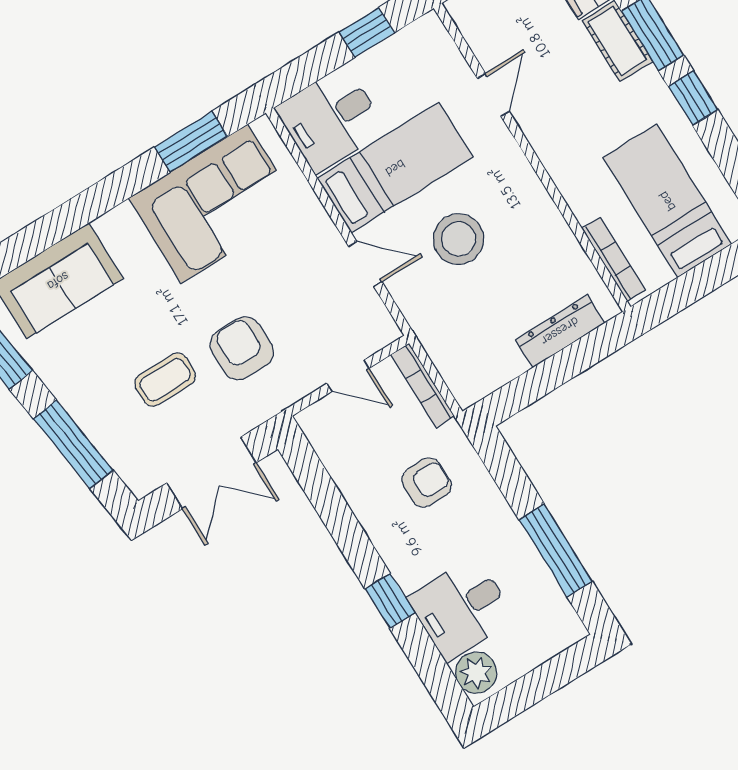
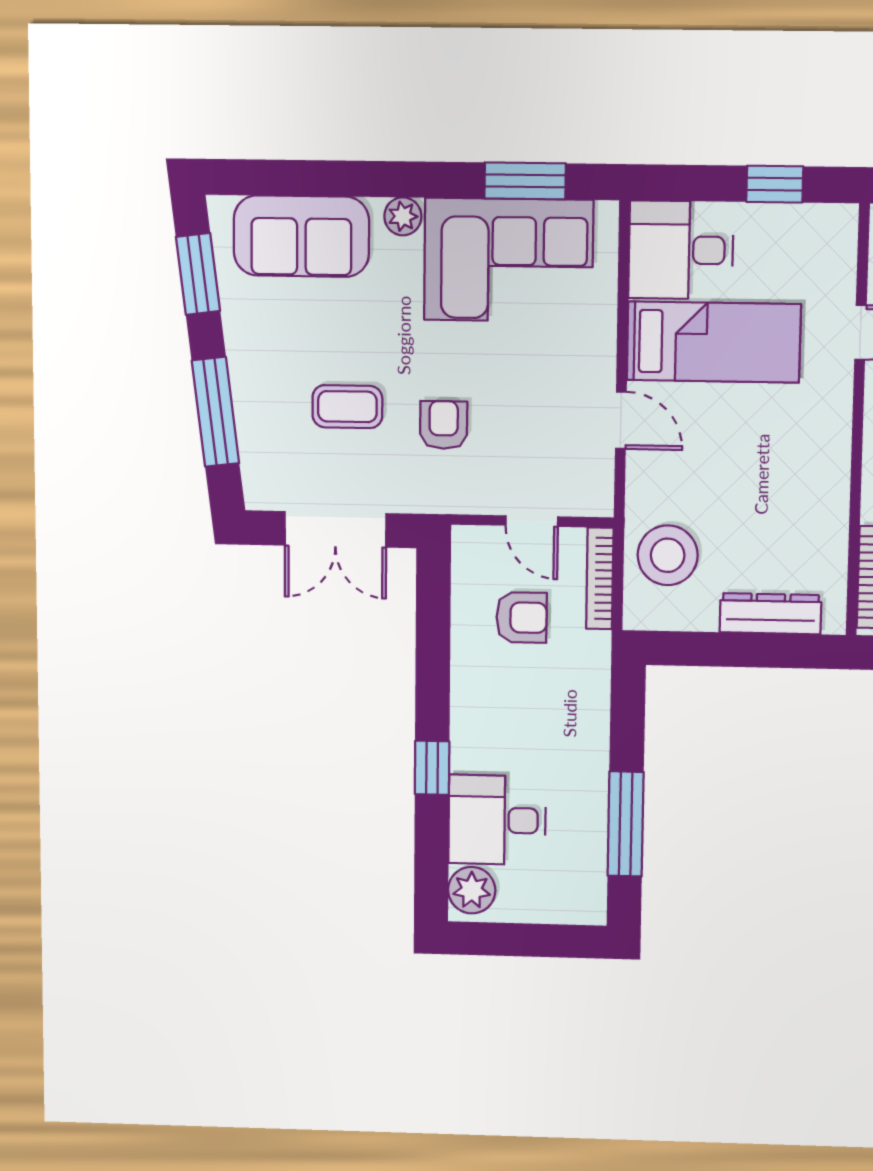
plant: (121, 221) -> (403, 216), added
stool: (458, 239) -> (668, 555), moved
armchair: (242, 348) -> (444, 425), width x0.72, depth x0.72
armchair: (426, 483) -> (522, 617), moved

